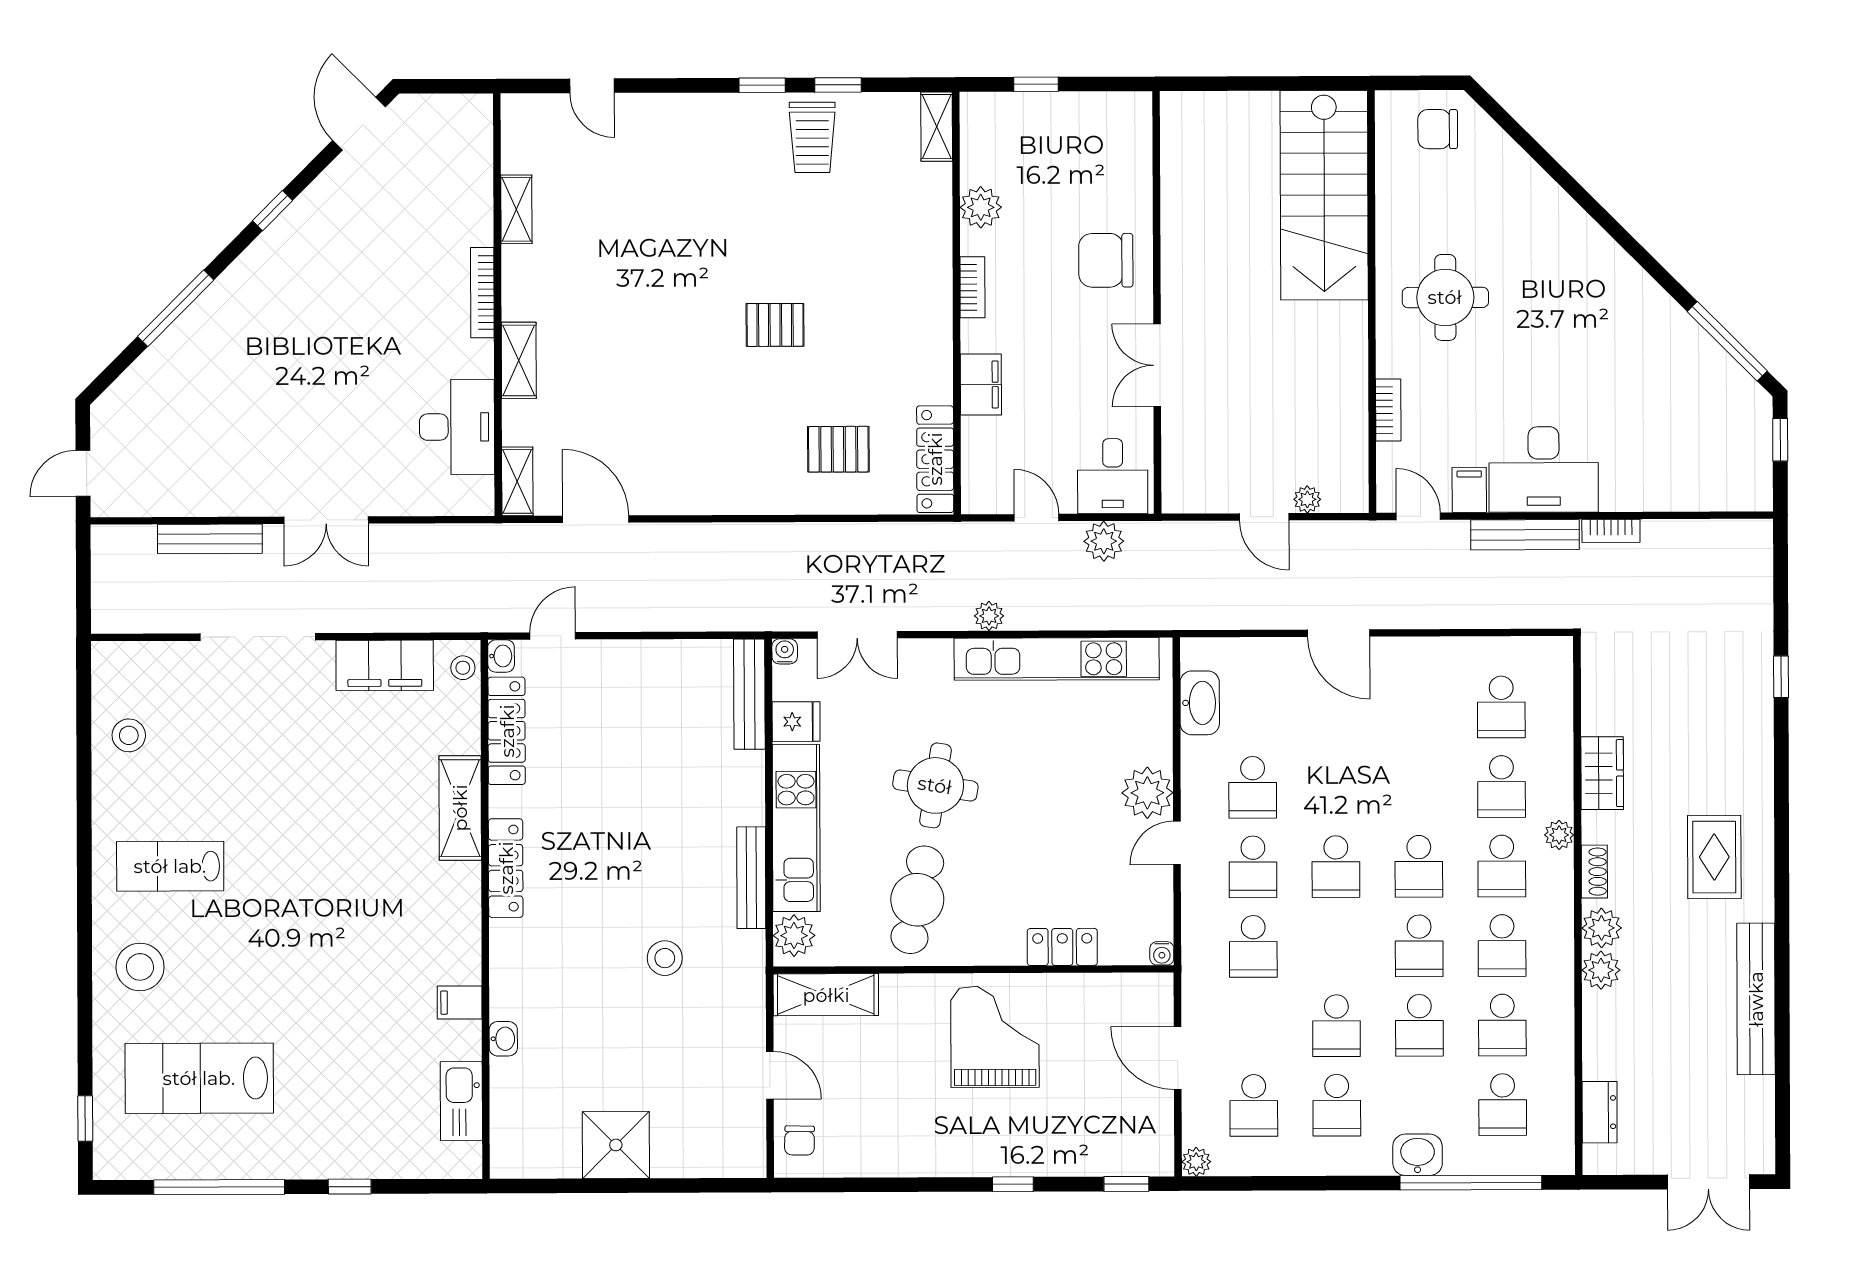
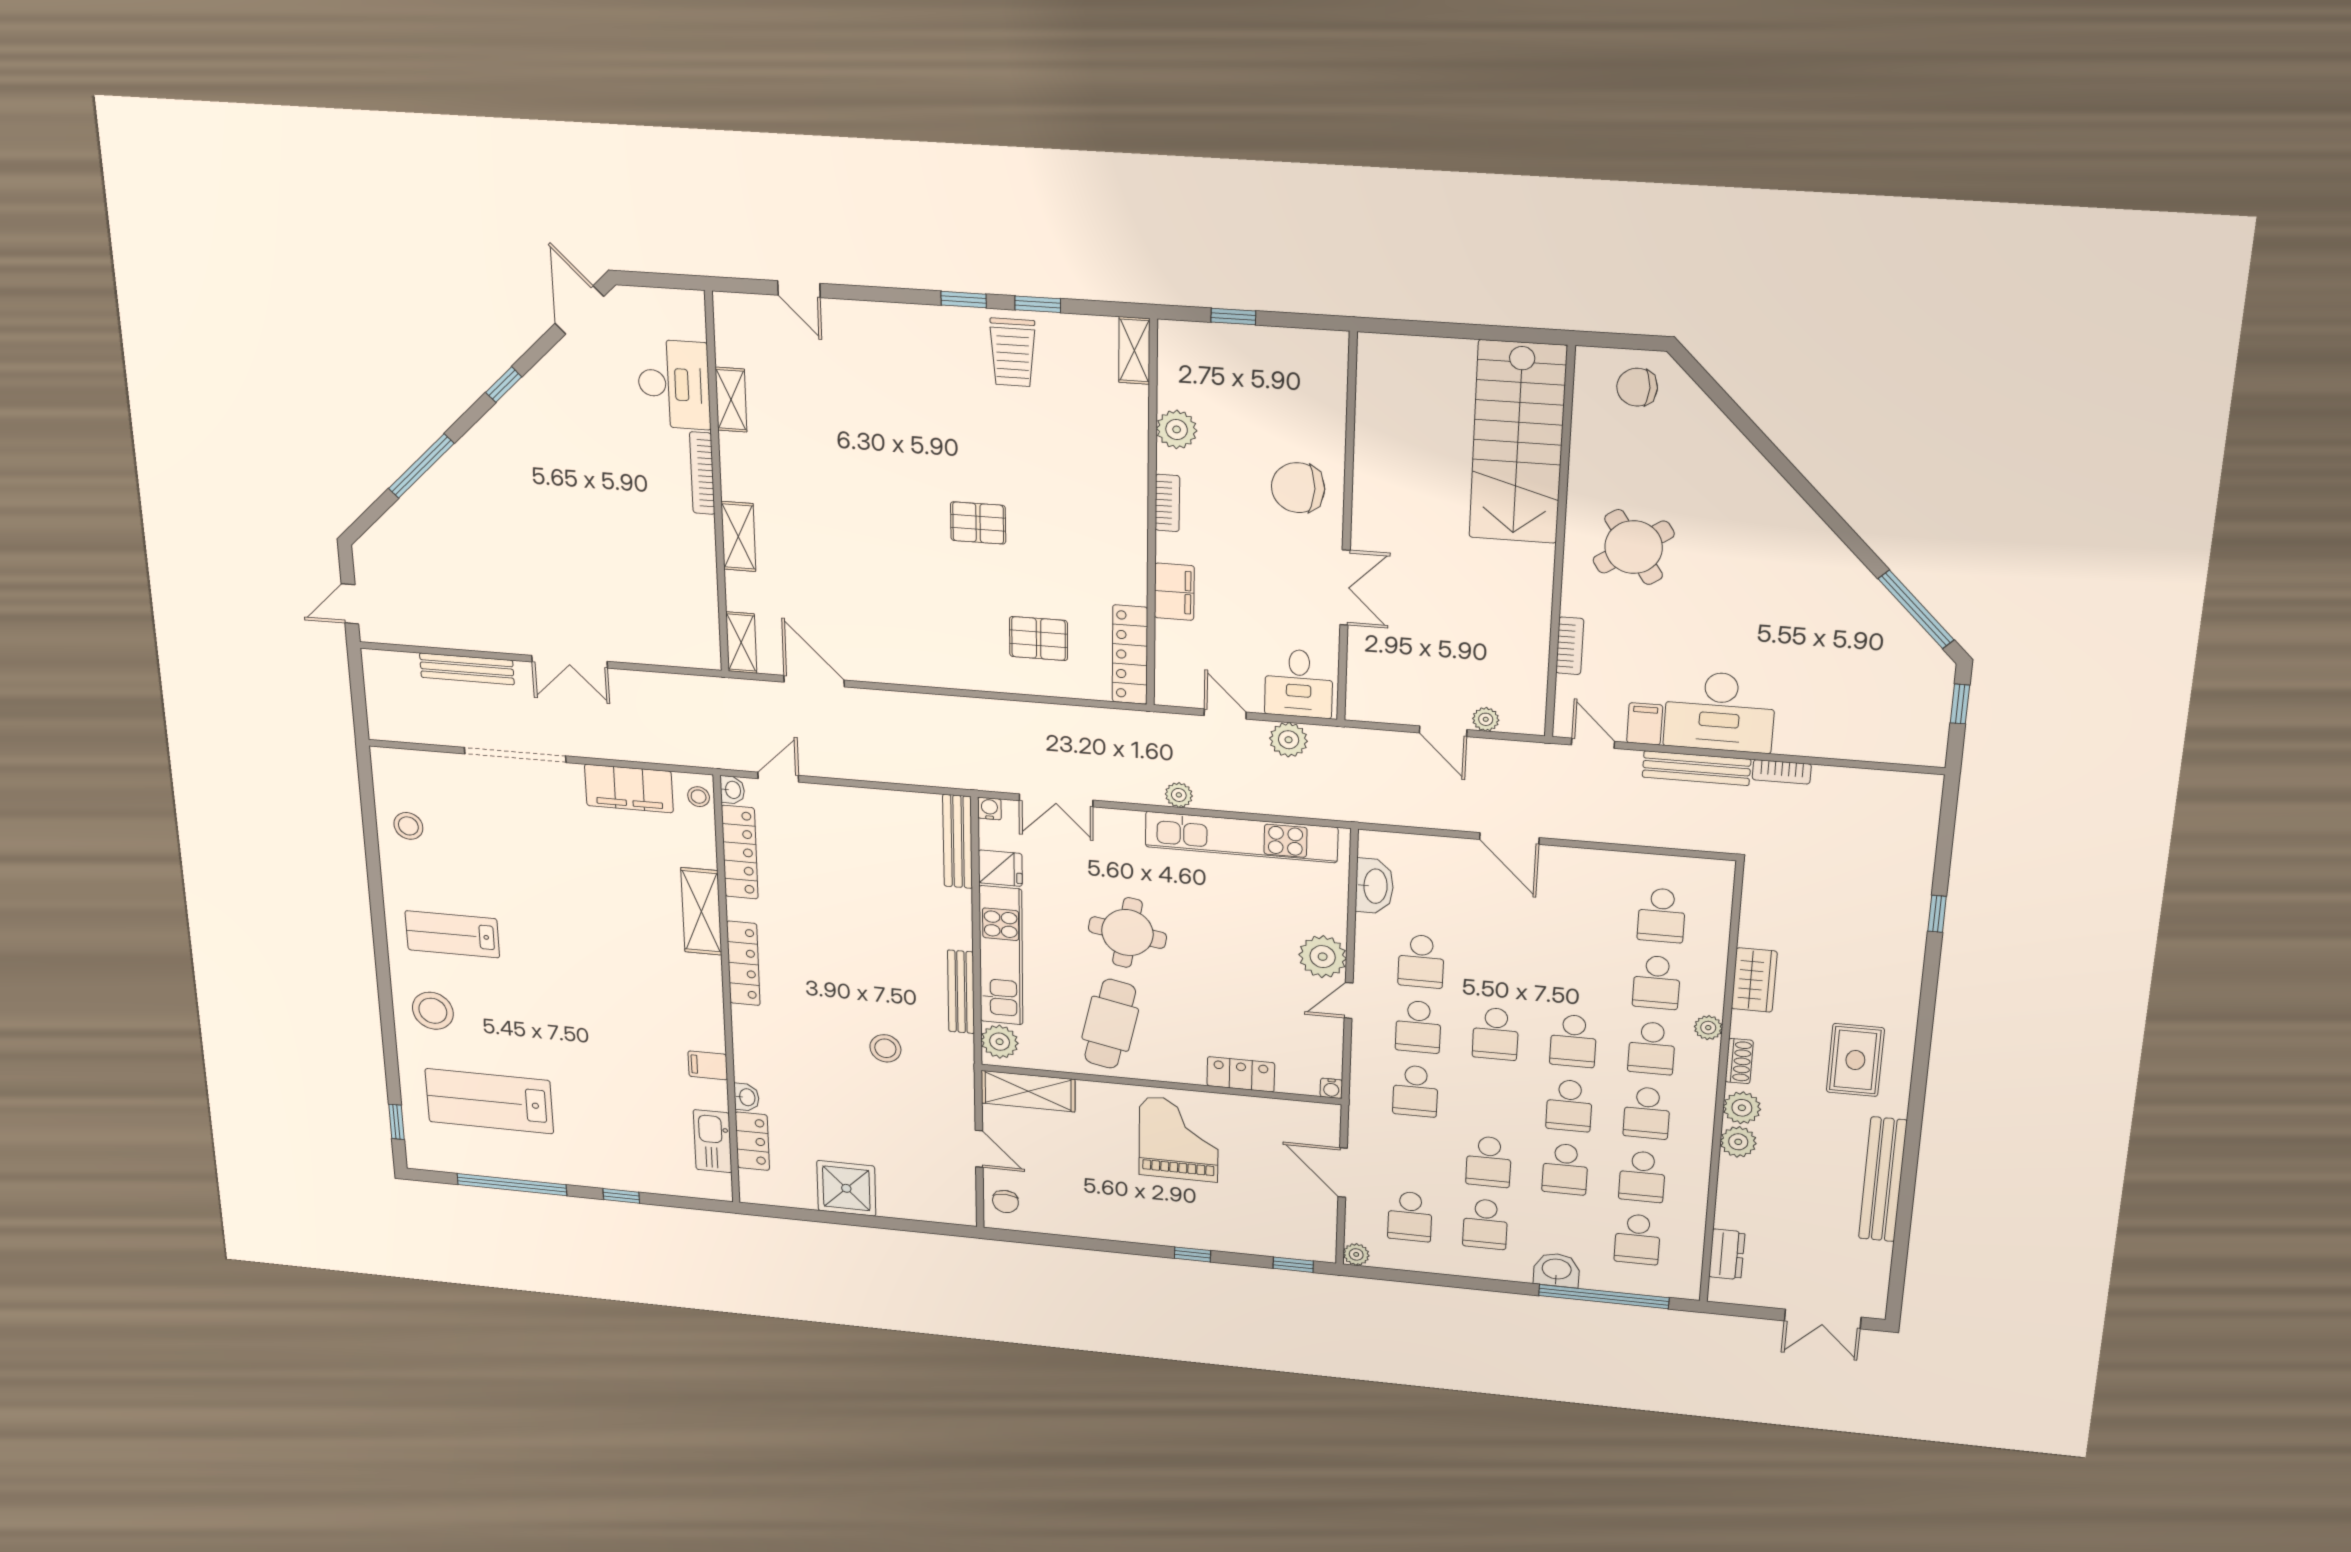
round table: (1445, 297) -> (1634, 547), turned -34
double door: (1157, 365) -> (1345, 588), swing flipped
desk: (457, 427) -> (674, 384), moved
locker: (508, 1096) -> (752, 1141), added

